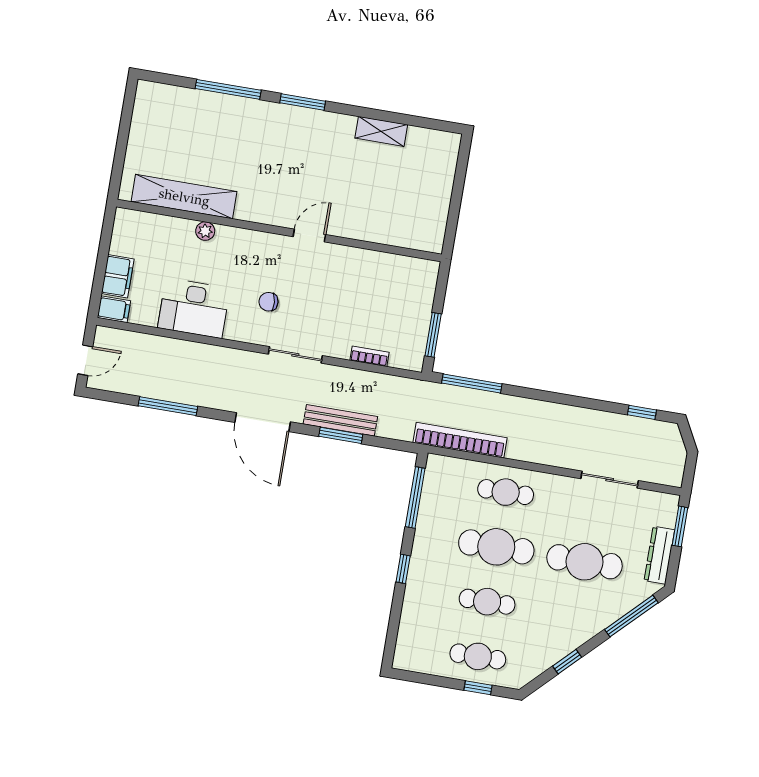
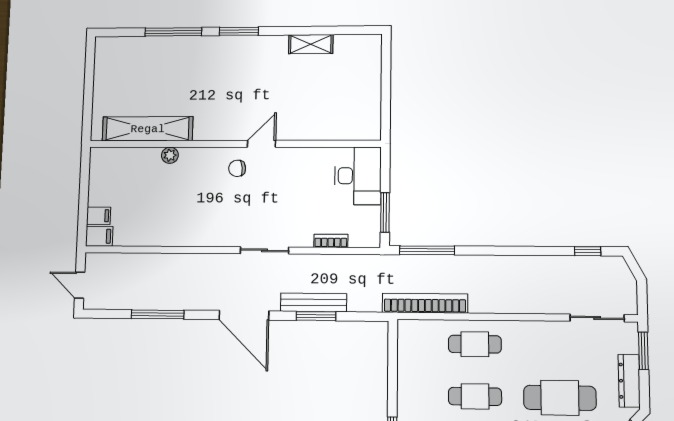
filing cabinet: (118, 276) -> (99, 216), width x0.50
chair: (269, 302) -> (237, 168), moved
desk: (194, 308) -> (358, 176), moved, turned -90
door: (85, 360) -> (80, 285), swing flipped
sliding door: (610, 480) -> (597, 318), moved
window: (415, 498) -> (393, 362), removed
cafe table: (496, 547) -> (475, 396), width x0.73, depth x0.74

